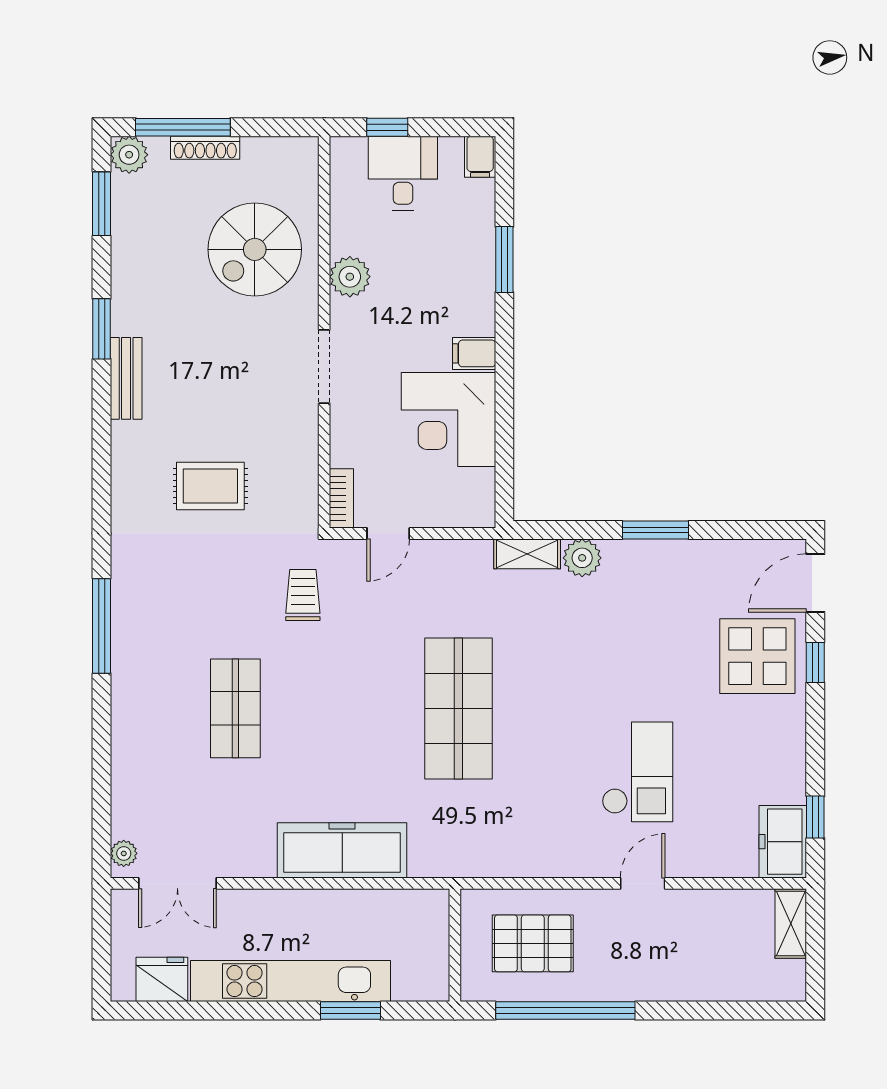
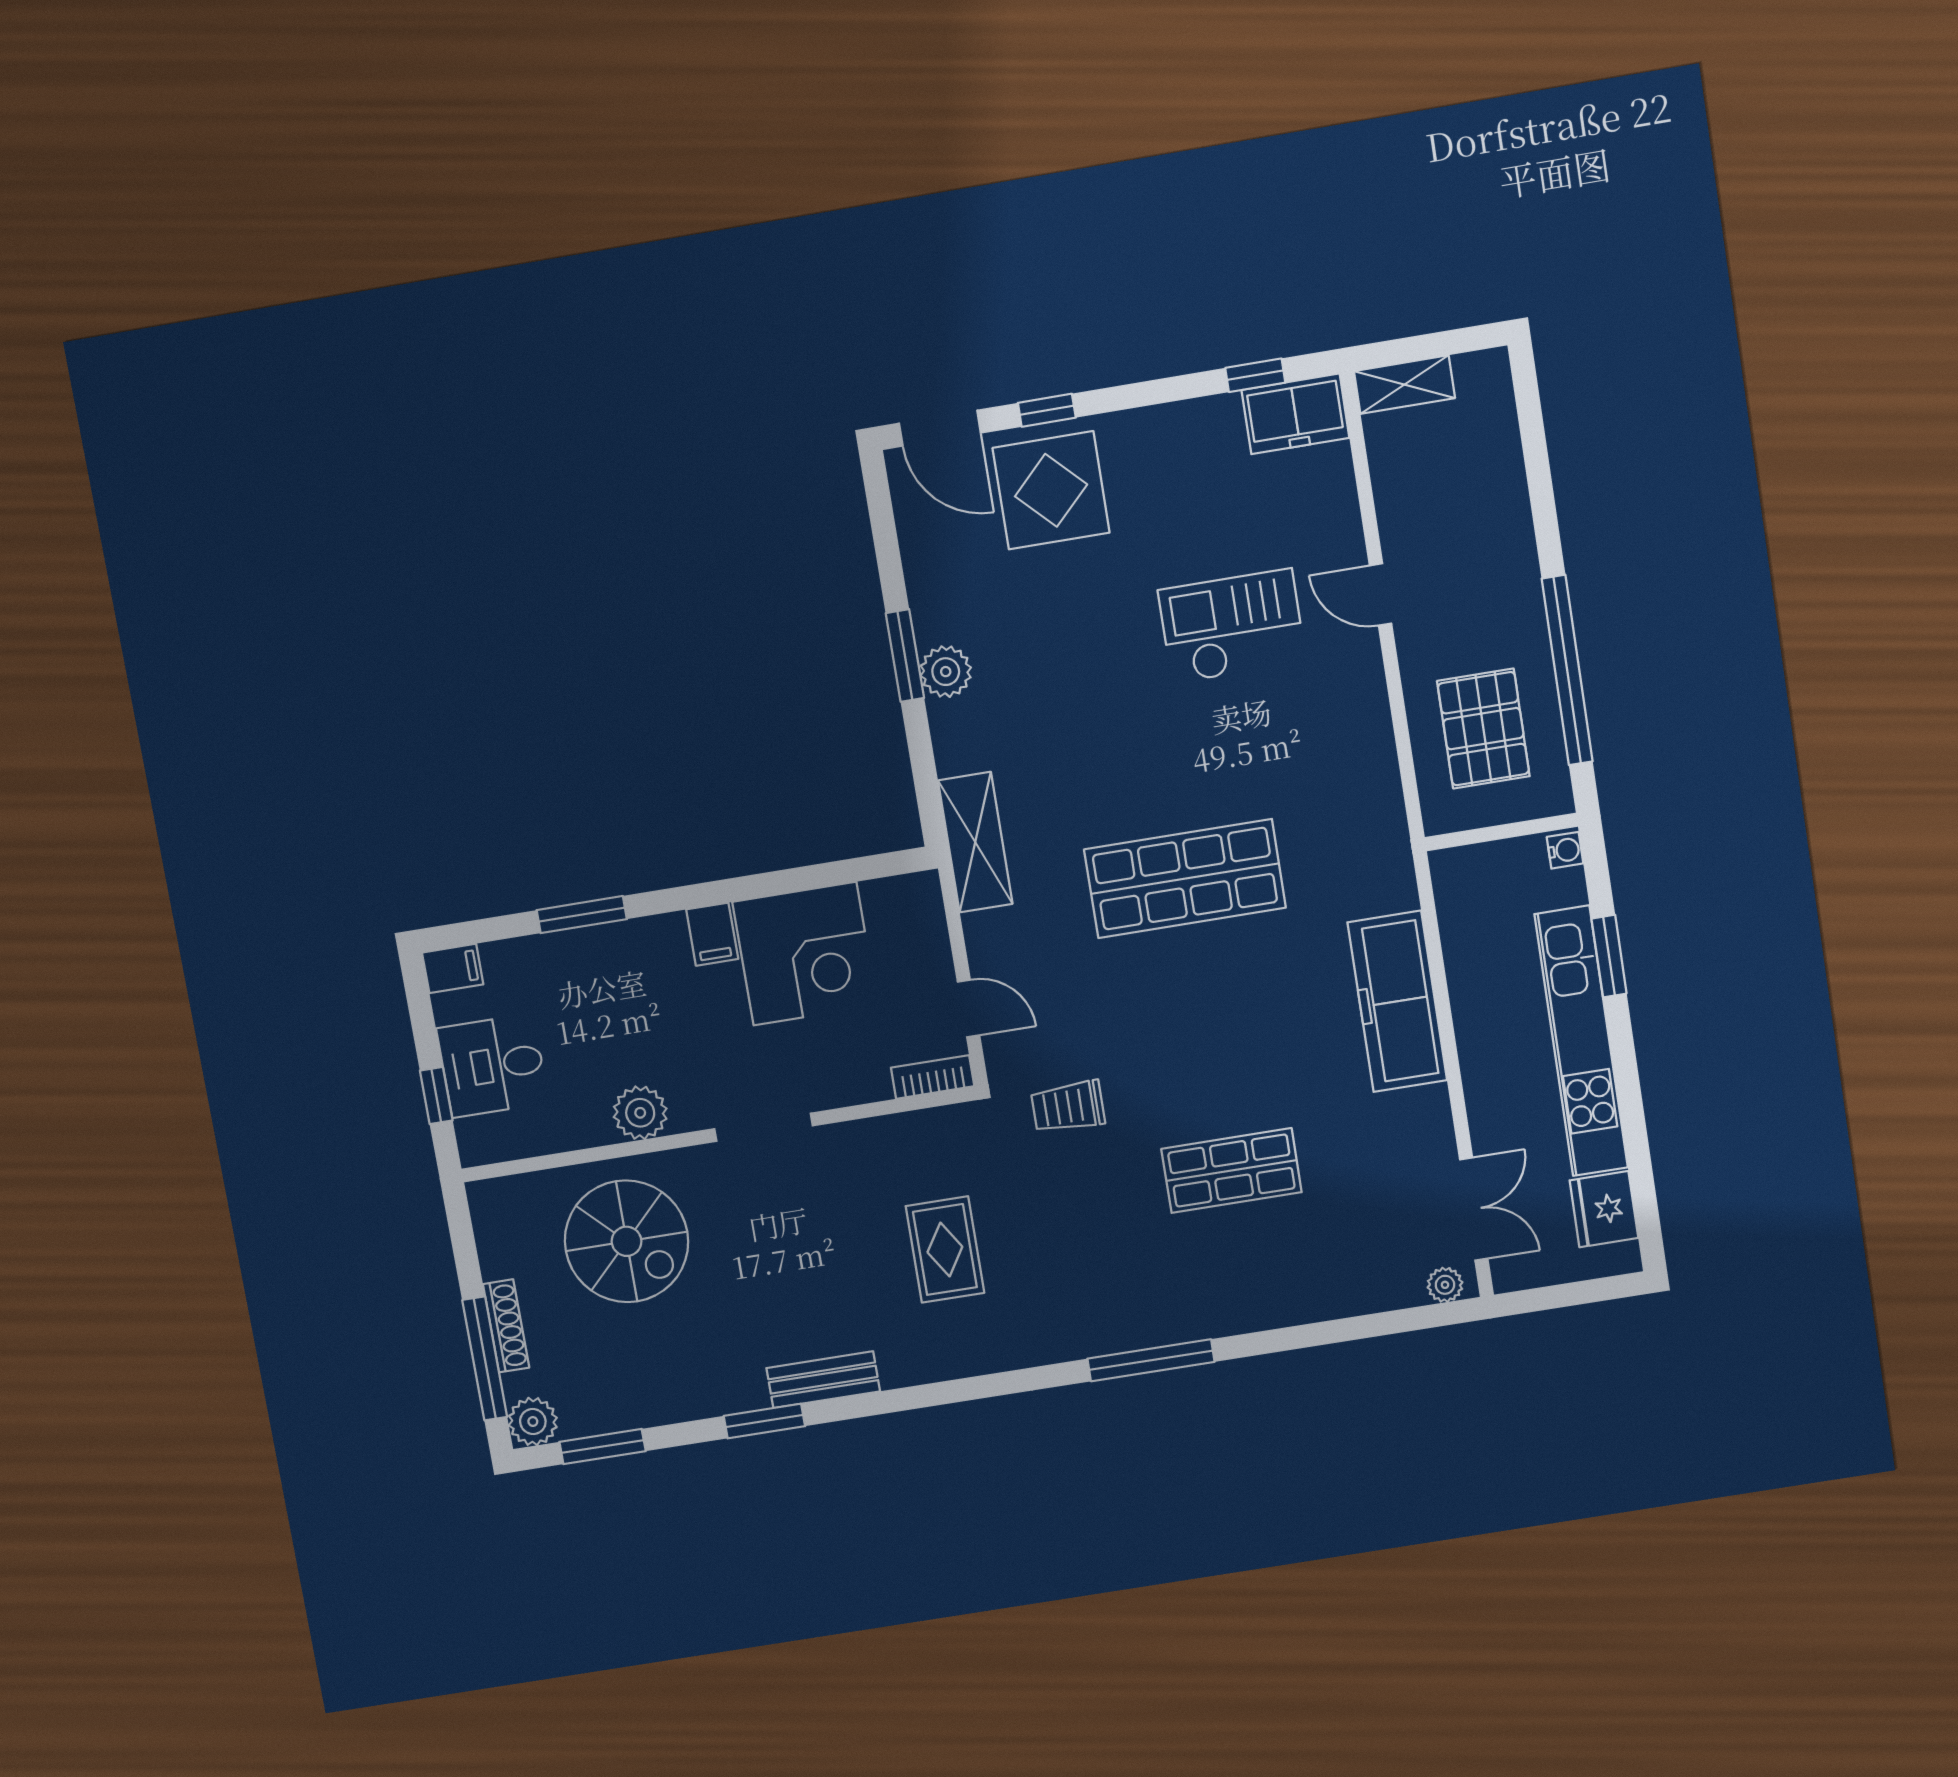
shelving: (527, 554) -> (975, 842), width x1.50, depth x1.33
plant: (582, 558) -> (946, 672), moved
water cooler: (434, 990) -> (1565, 850), added

